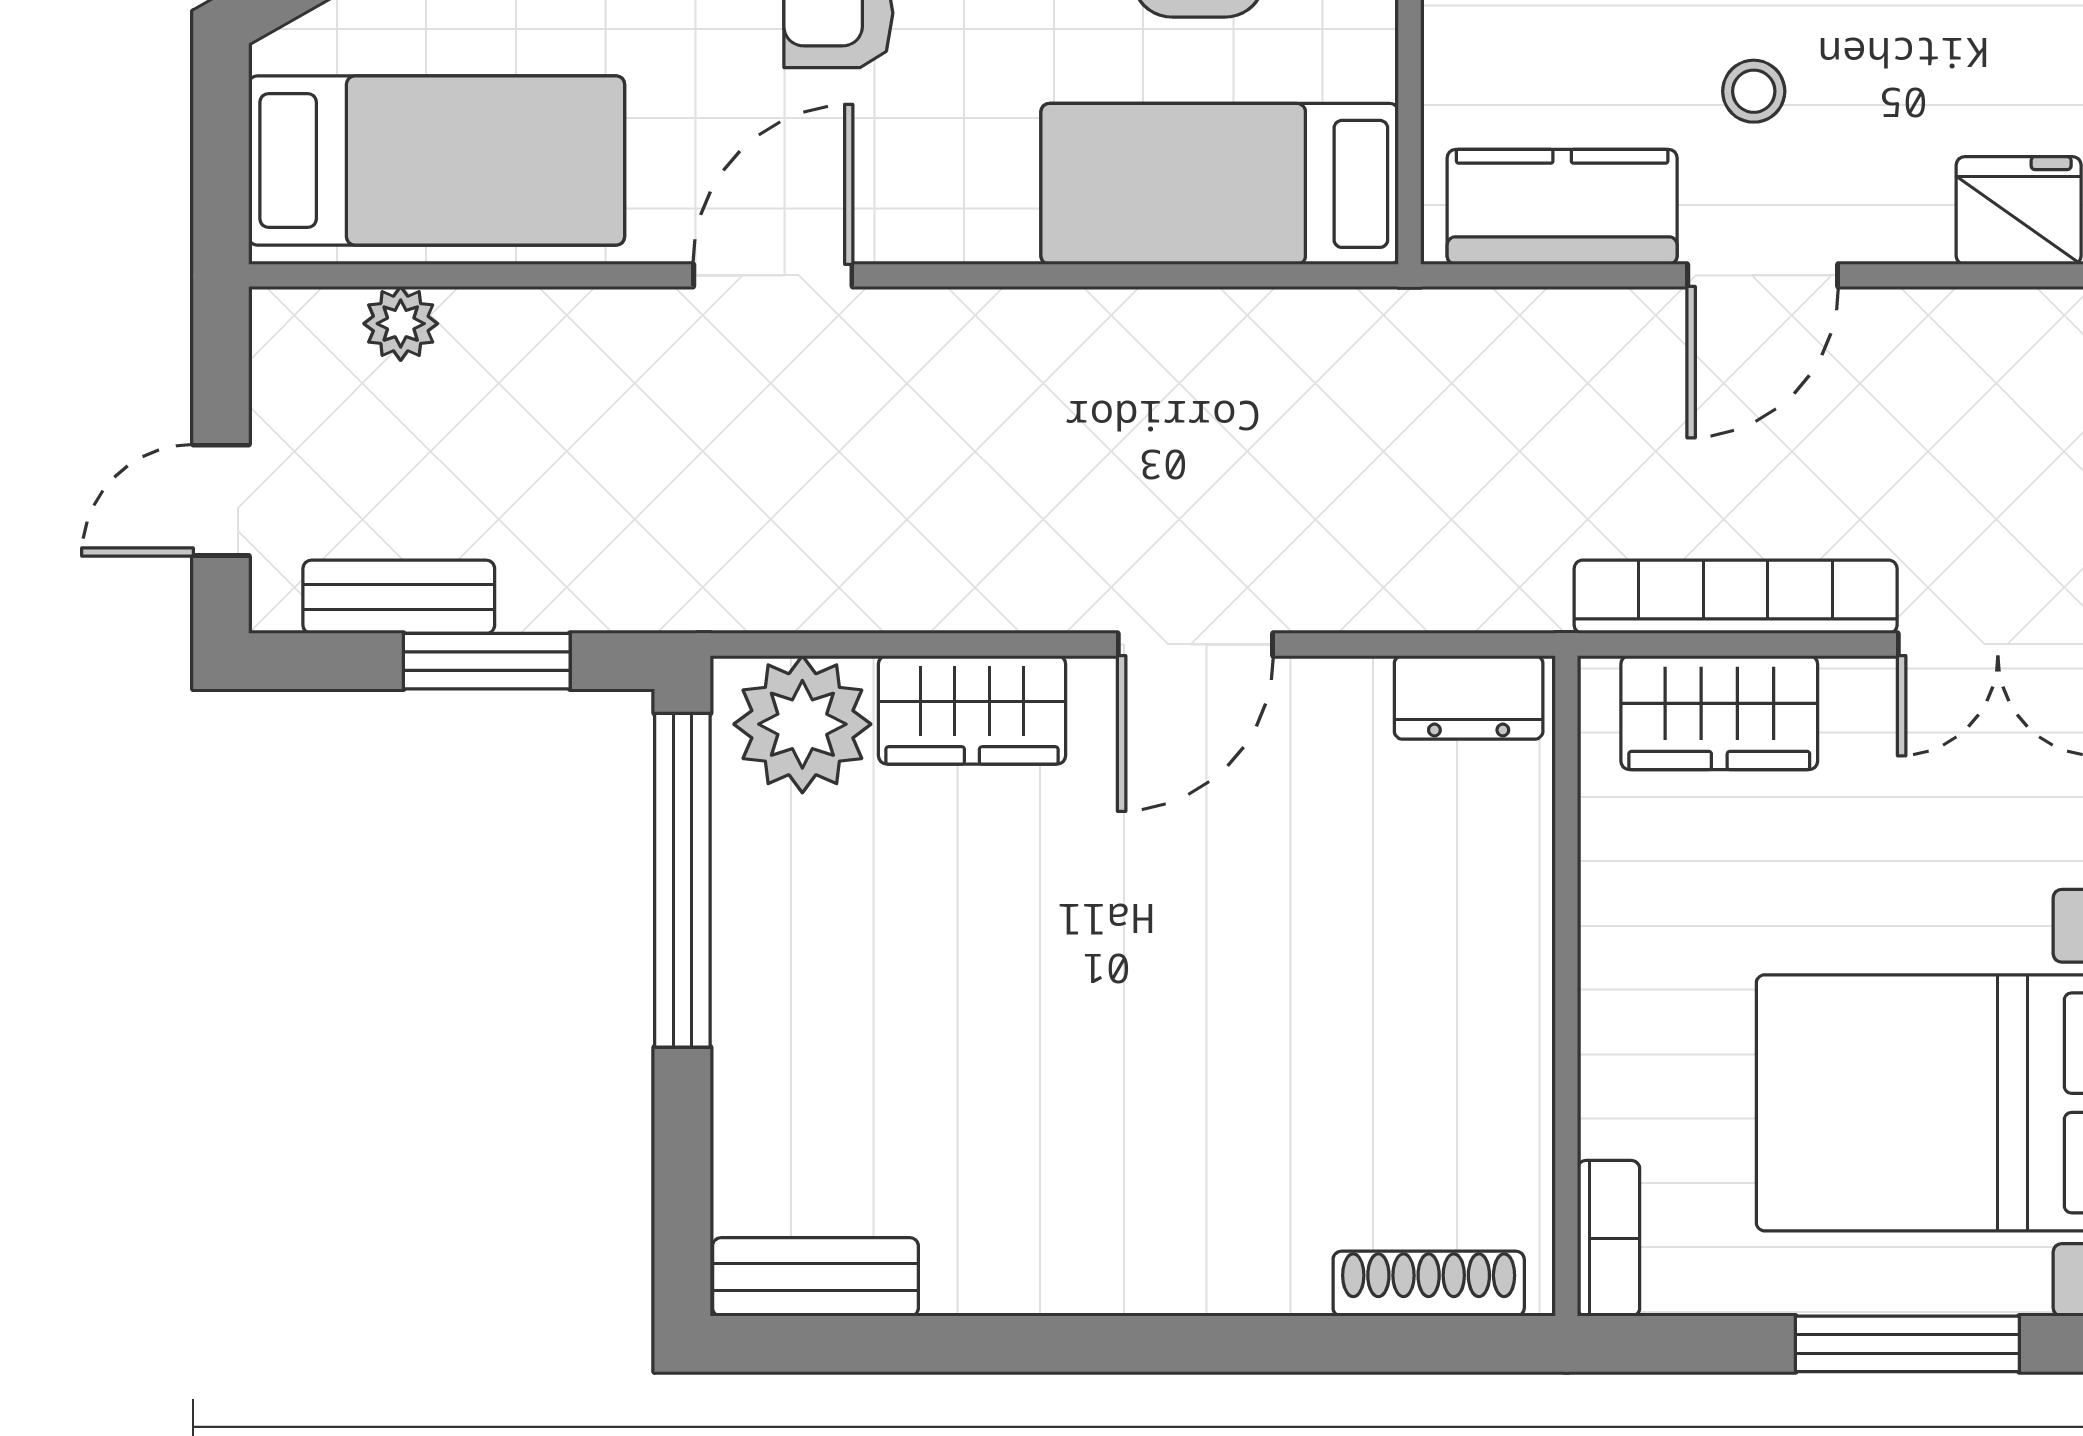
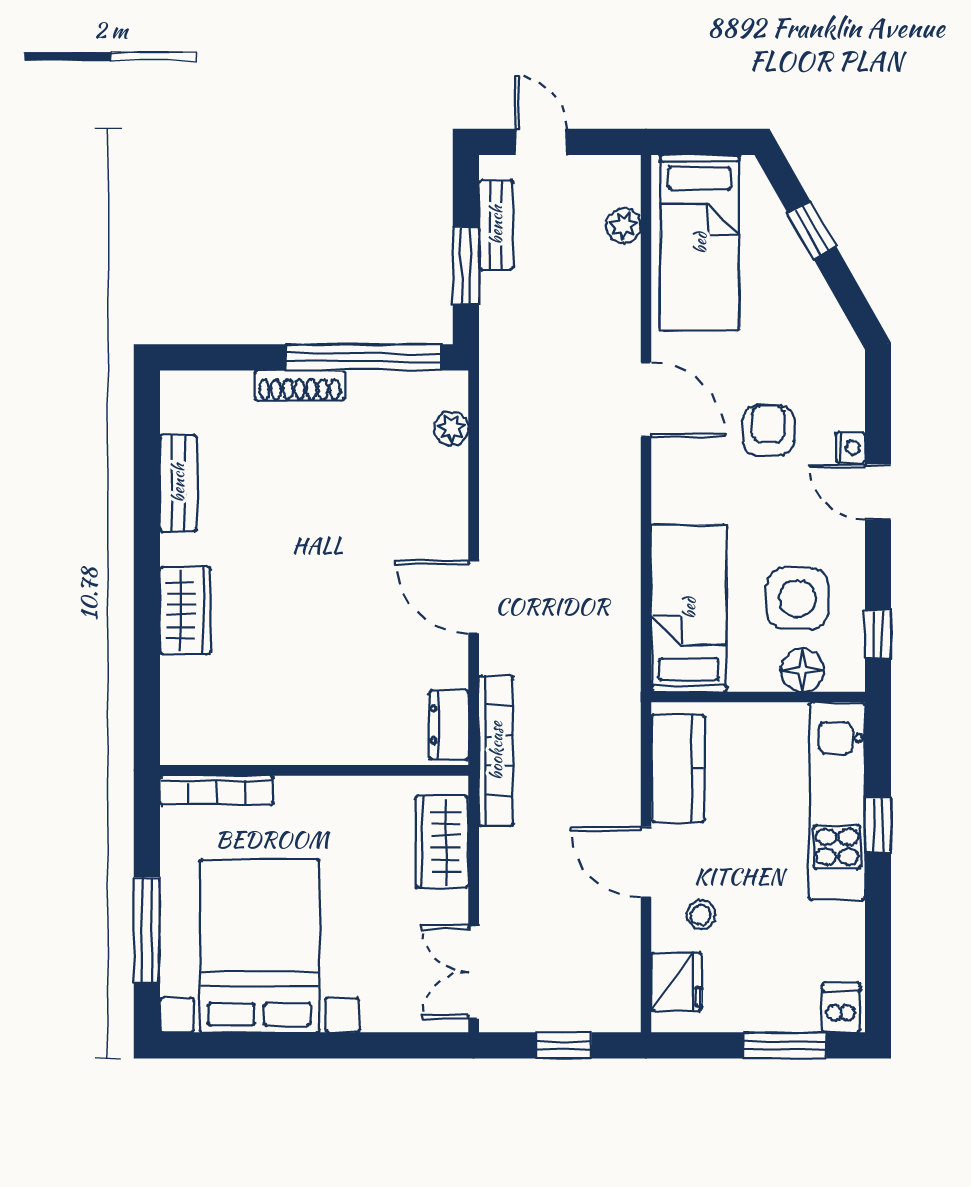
stool: (1754, 91) -> (701, 915), moved
bookcase: (1736, 597) -> (496, 751), moved
wardrobe: (972, 710) -> (185, 611), moved, turned 180
plant: (802, 724) -> (451, 428), width x0.53, depth x0.53
bookcase: (1609, 1238) -> (217, 790), width x1.56
bench: (815, 1277) -> (178, 483), moved
shoe rack: (1429, 1284) -> (300, 385), moved, turned 90

